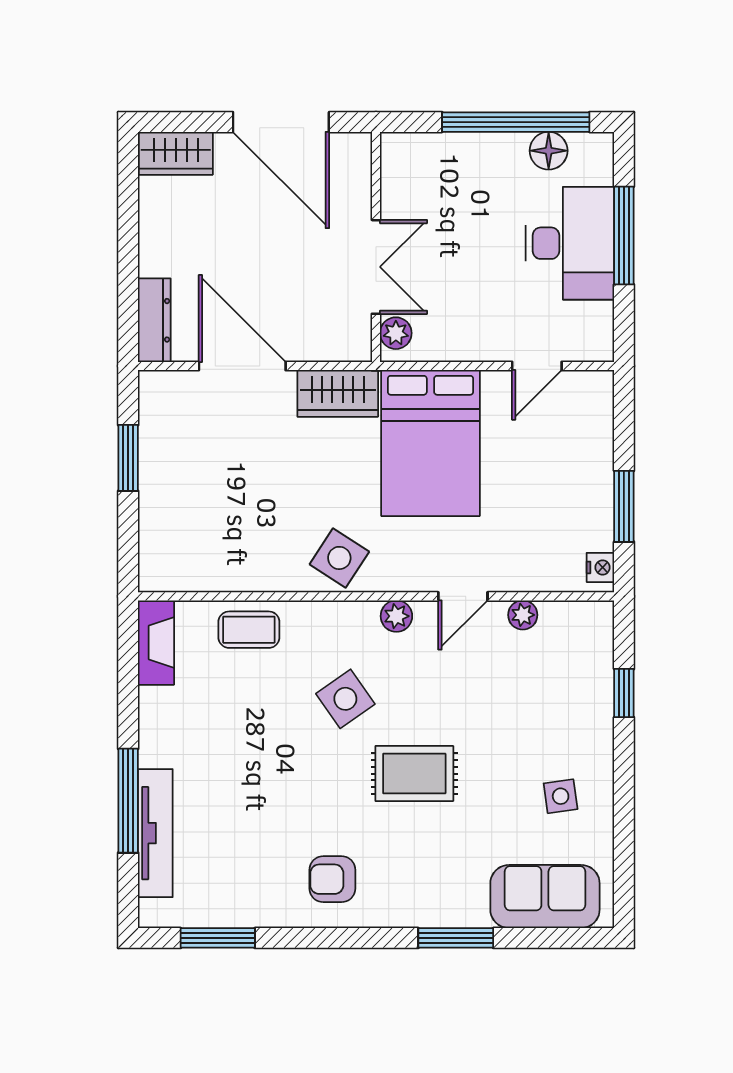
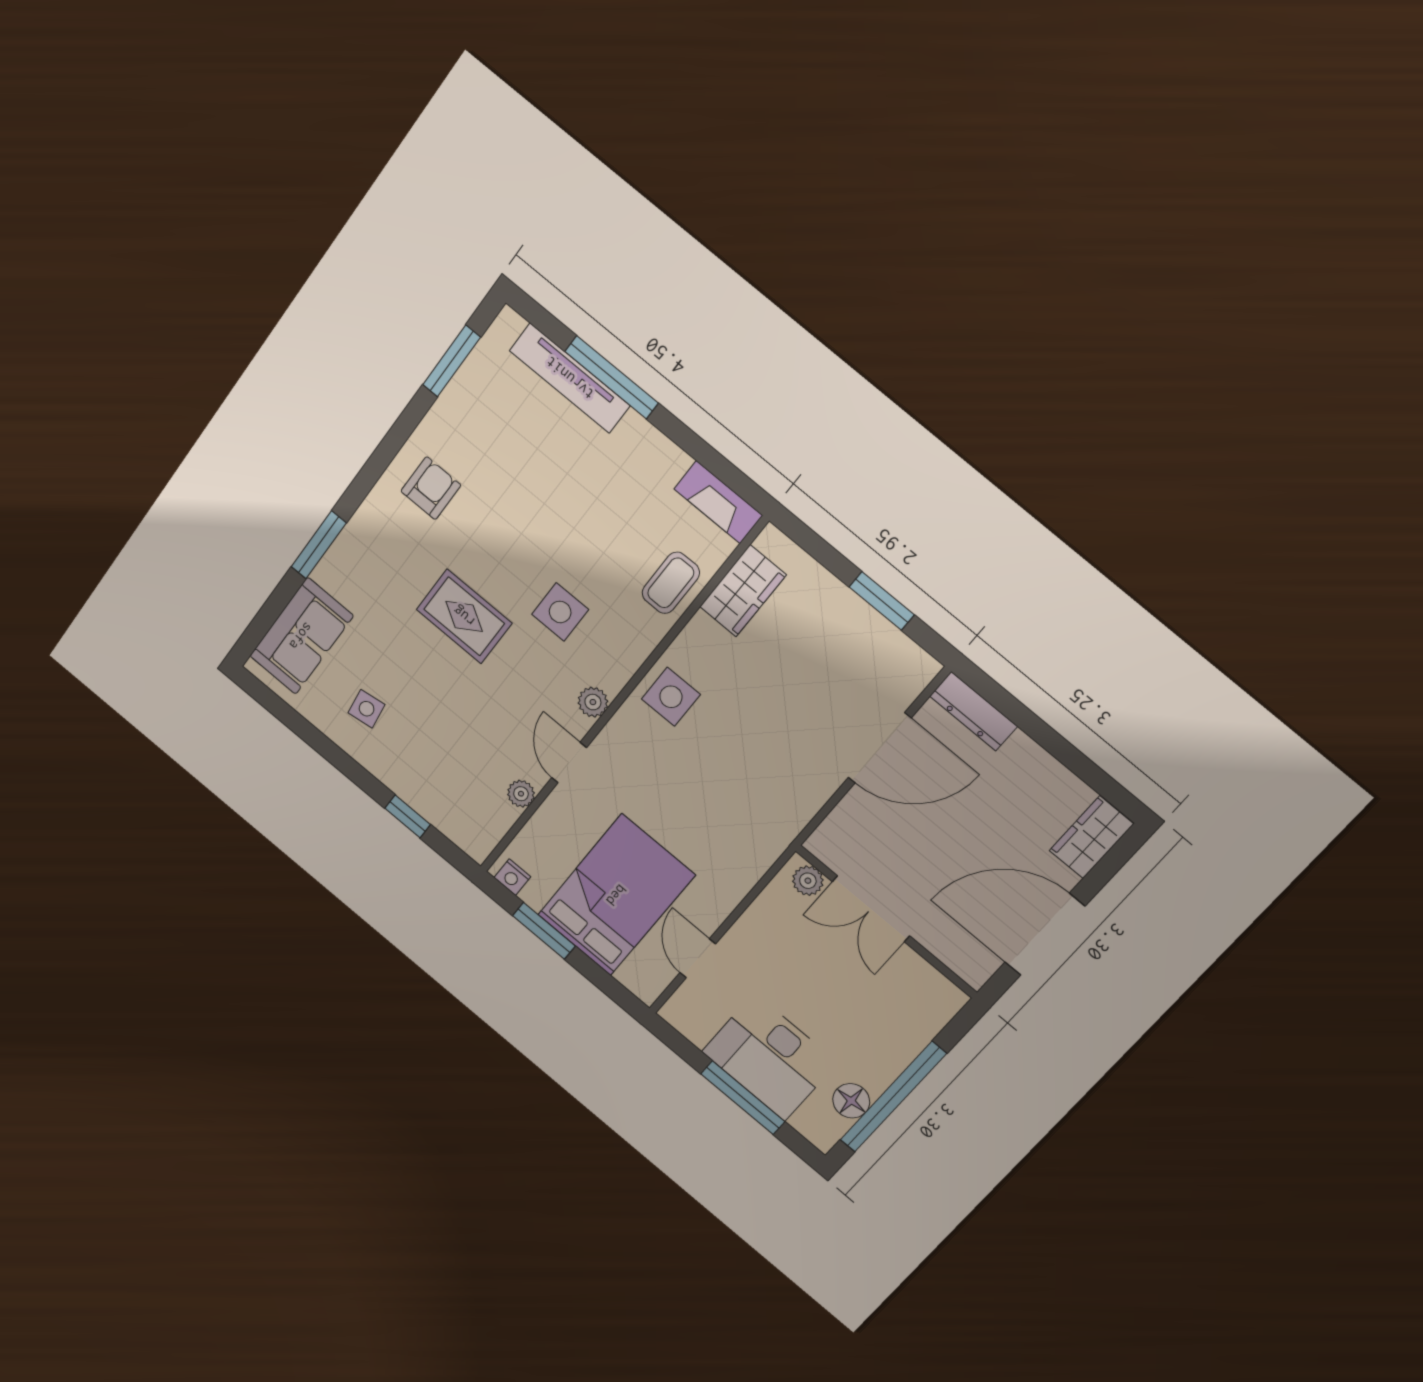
wardrobe: (338, 393) -> (743, 591), moved, turned 180
bed: (430, 443) -> (616, 895), moved, turned 90
side table: (339, 558) -> (671, 697), turned -33
side table: (345, 699) -> (560, 612), turned 35
rug: (414, 774) -> (464, 616), turned 90

